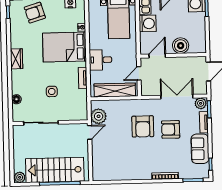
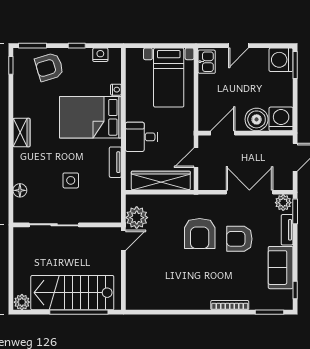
washing machine: (148, 23) -> (281, 119), moved, turned -90

